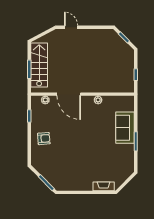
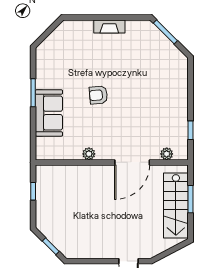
door: (69, 94) -> (132, 162), swing flipped
armchair: (44, 139) -> (98, 95), moved
fireplace: (104, 186) -> (109, 26), moved

